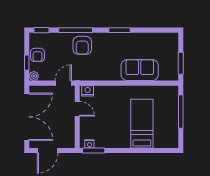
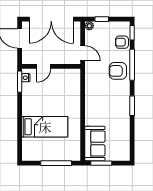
armchair: (37, 55) -> (122, 42), moved
sofa: (140, 70) -> (95, 143), moved
nightstand: (88, 91) -> (75, 76), removed
door: (77, 109) -> (44, 66), moved

